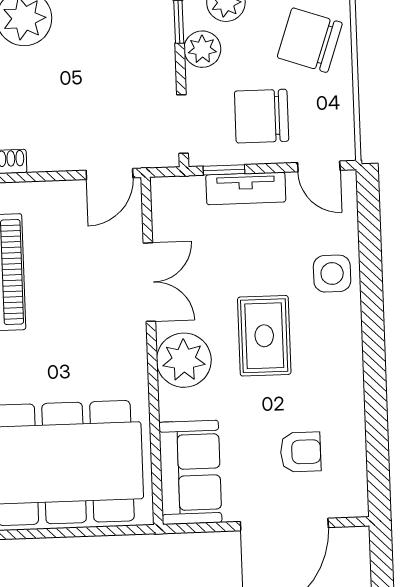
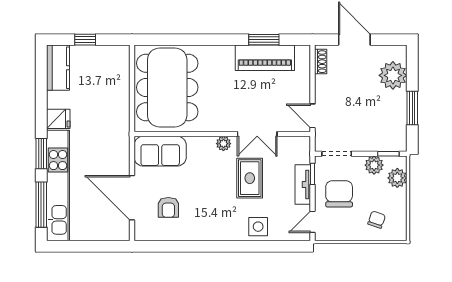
chair: (310, 40) -> (377, 220), width x0.54, depth x0.54
rug: (264, 336) -> (250, 178), moved, turned 90
plant: (184, 360) -> (223, 144), width x0.53, depth x0.53

